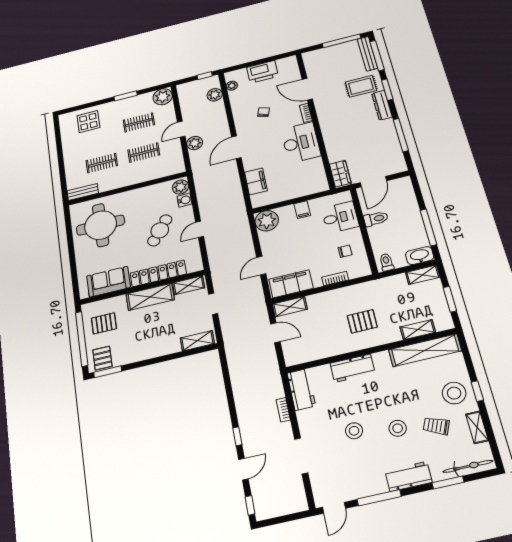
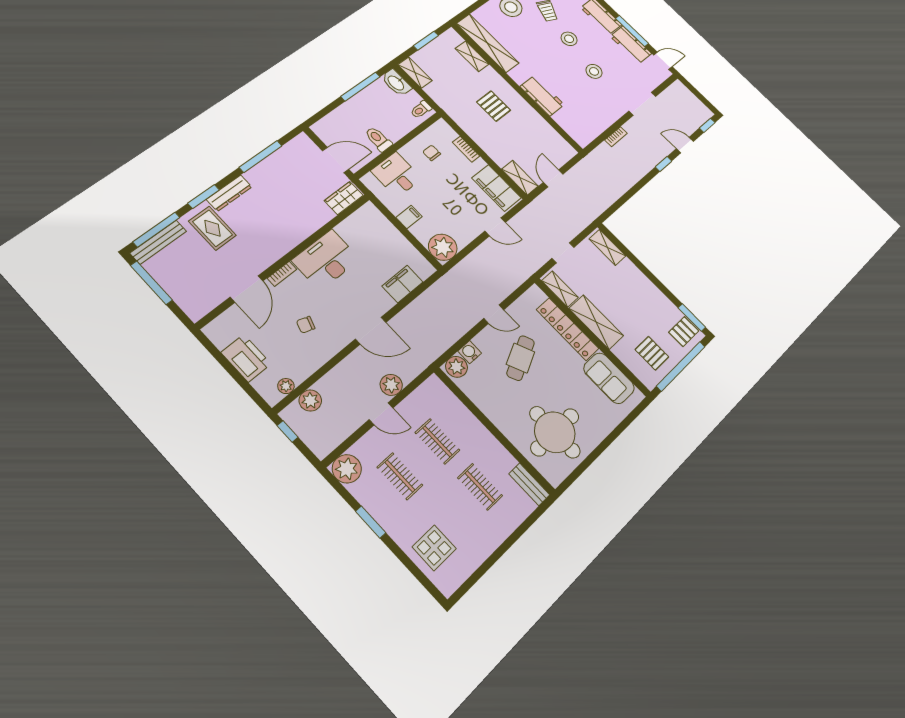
cafe table: (160, 230) -> (521, 358), turned -62
workbench: (301, 389) -> (631, 45), moved, turned -90

